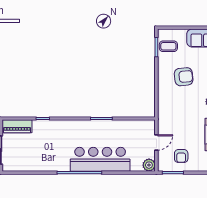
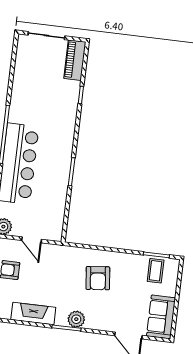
armchair: (184, 77) -> (98, 278), moved

